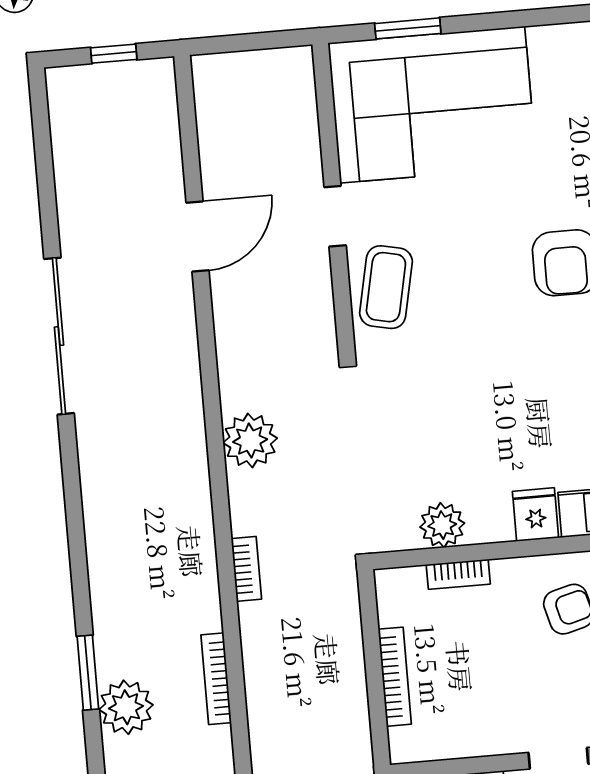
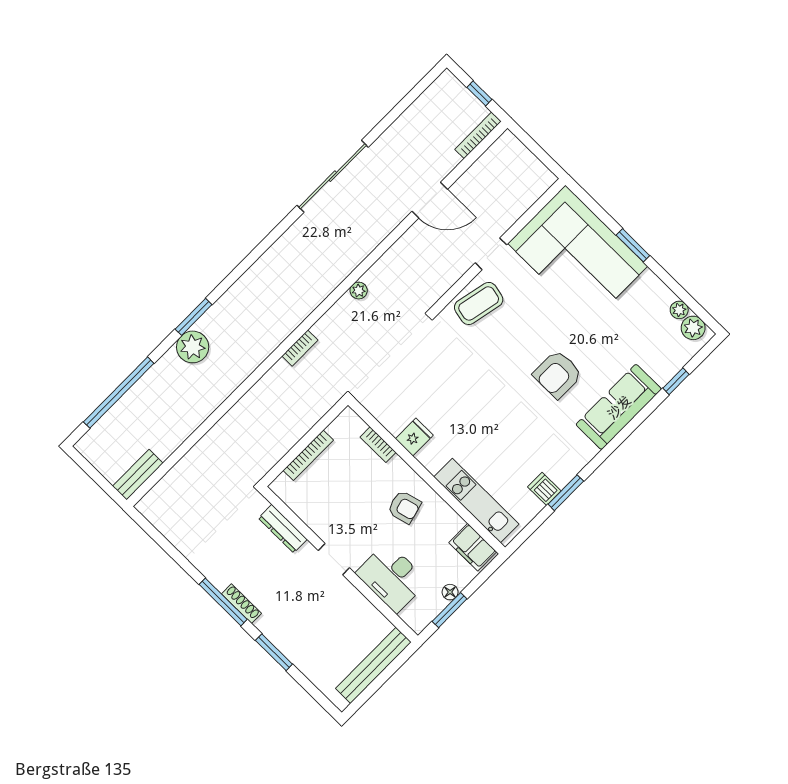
window: (408, 28) -> (633, 245), moved
plant: (250, 441) -> (359, 291), width x0.53, depth x0.53
fridge: (536, 515) -> (414, 437), moved
plant: (442, 525) -> (394, 419), removed
bookcase: (216, 679) -> (478, 135), moved

